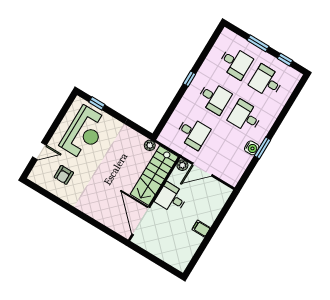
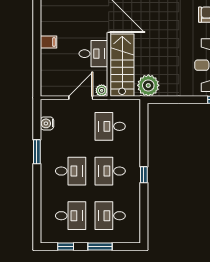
plant: (150, 145) -> (148, 85), width x1.87, depth x1.87
water cooler: (252, 148) -> (47, 123), moved

